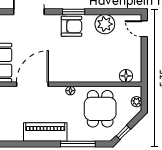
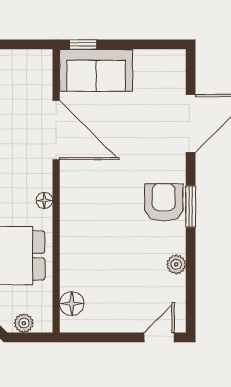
plant: (105, 24) -> (176, 264), width x0.53, depth x0.53
armchair: (71, 26) -> (164, 202), turned 180

